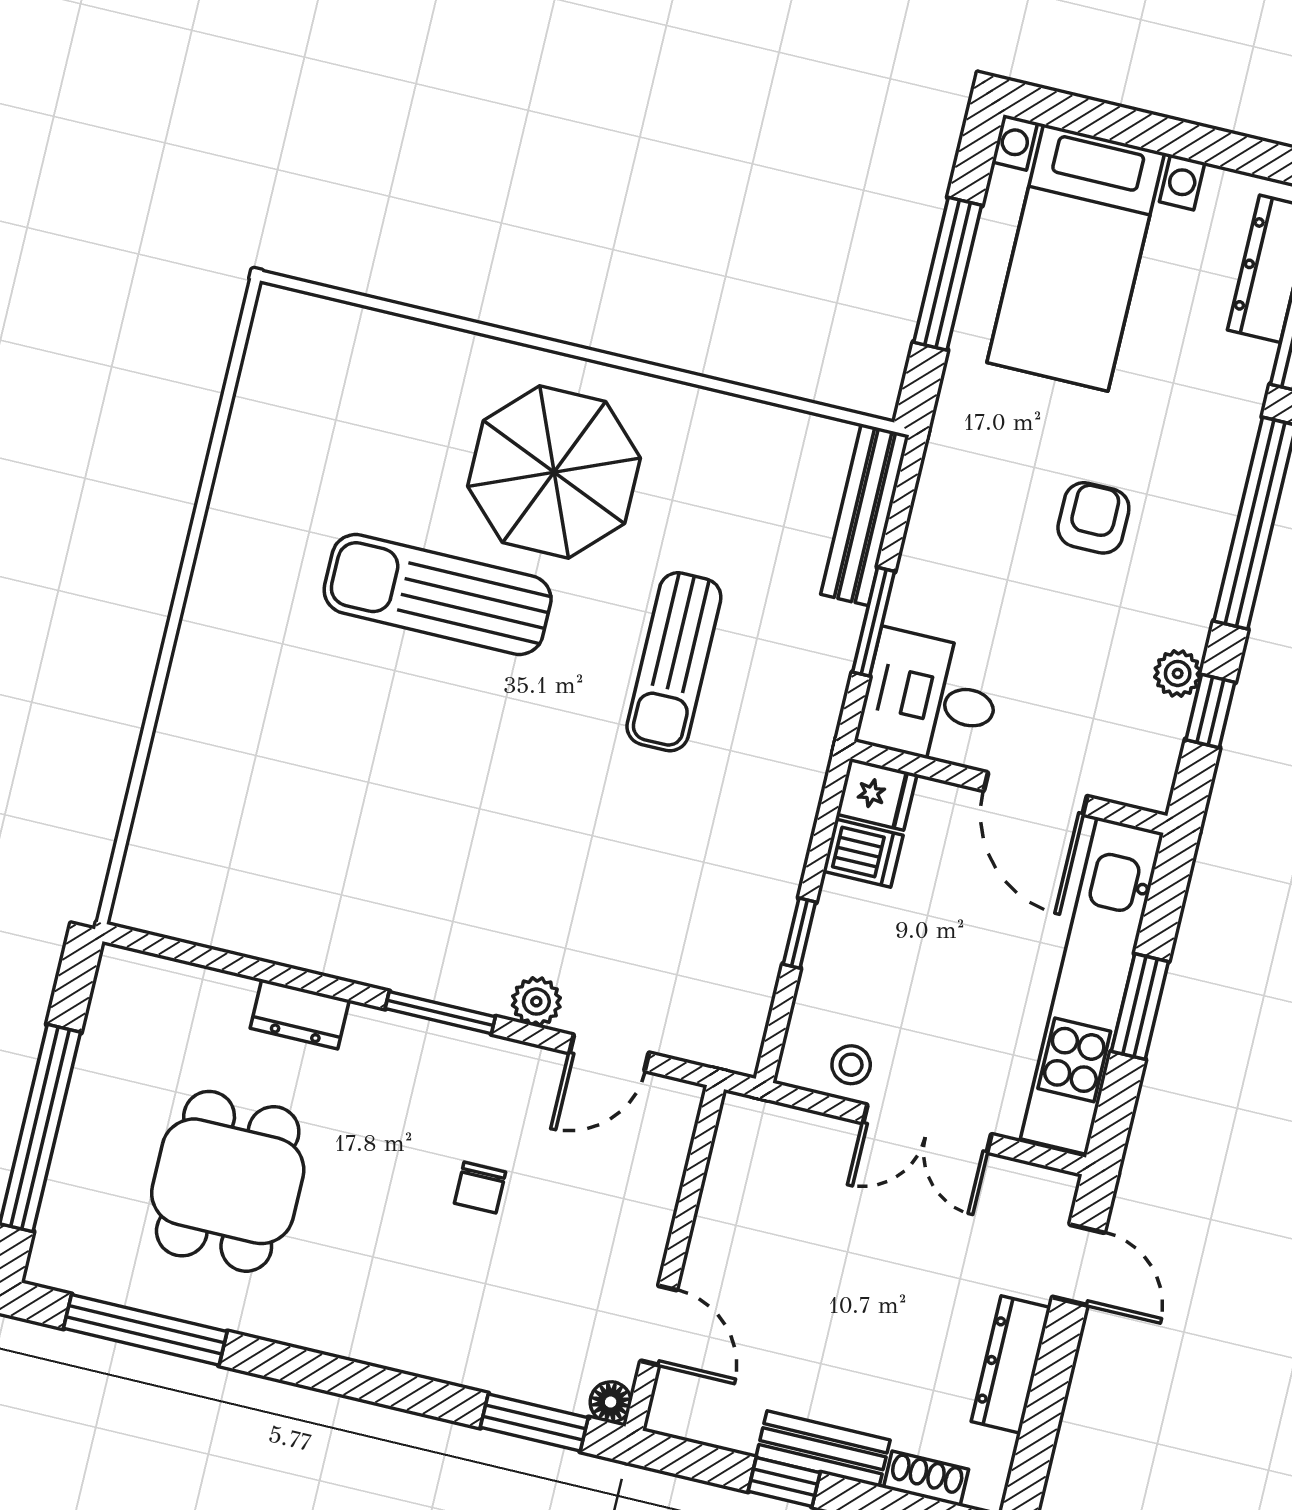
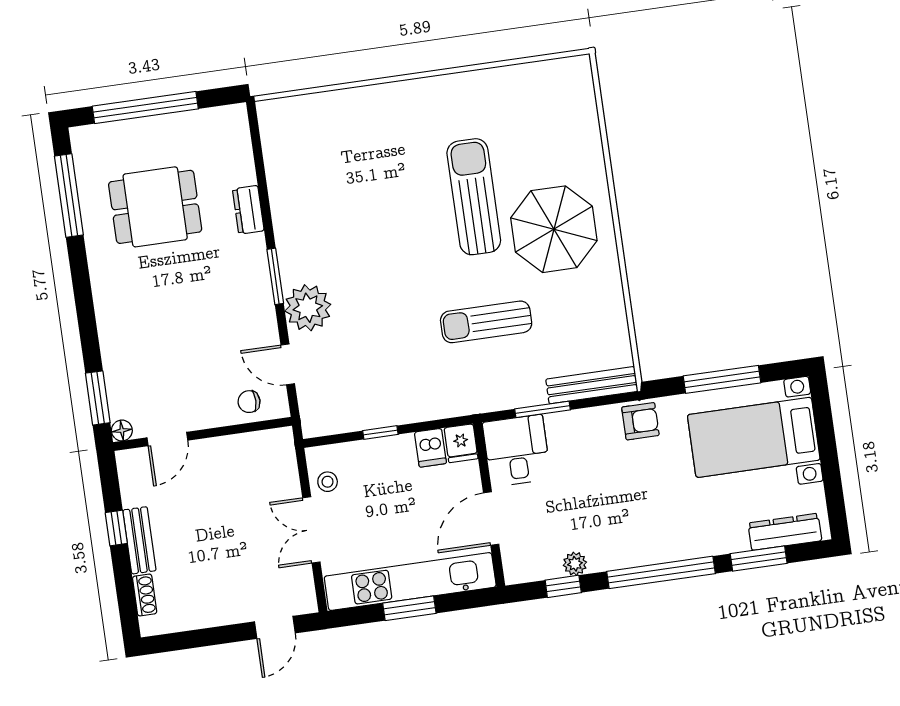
armchair: (1093, 518) -> (640, 421), moved
plant: (536, 1002) -> (308, 308), width x1.88, depth x1.88
chair: (480, 1188) -> (249, 402), moved
dresser: (1011, 1365) -> (215, 614), removed

